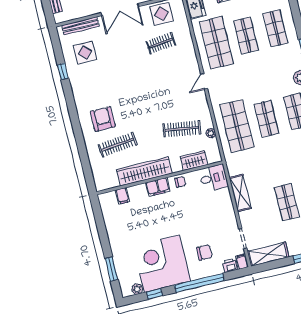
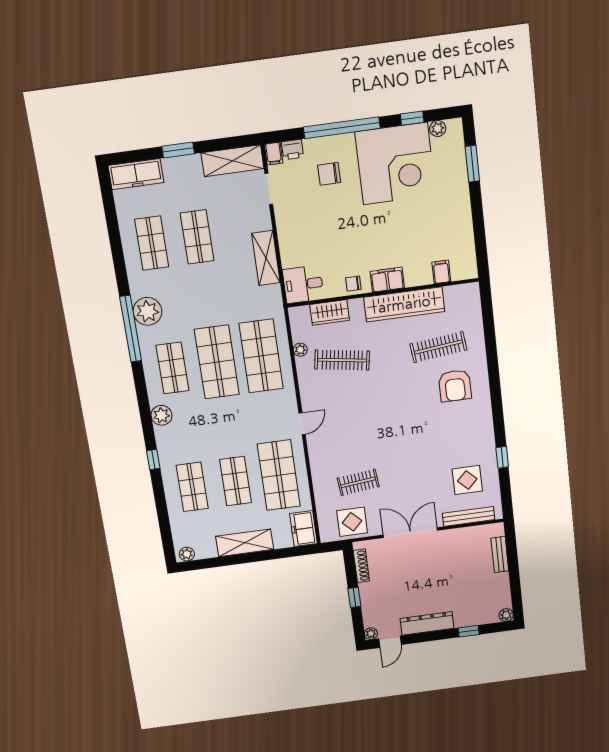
shop shelf: (266, 119) -> (217, 362), width x1.43, depth x1.36

